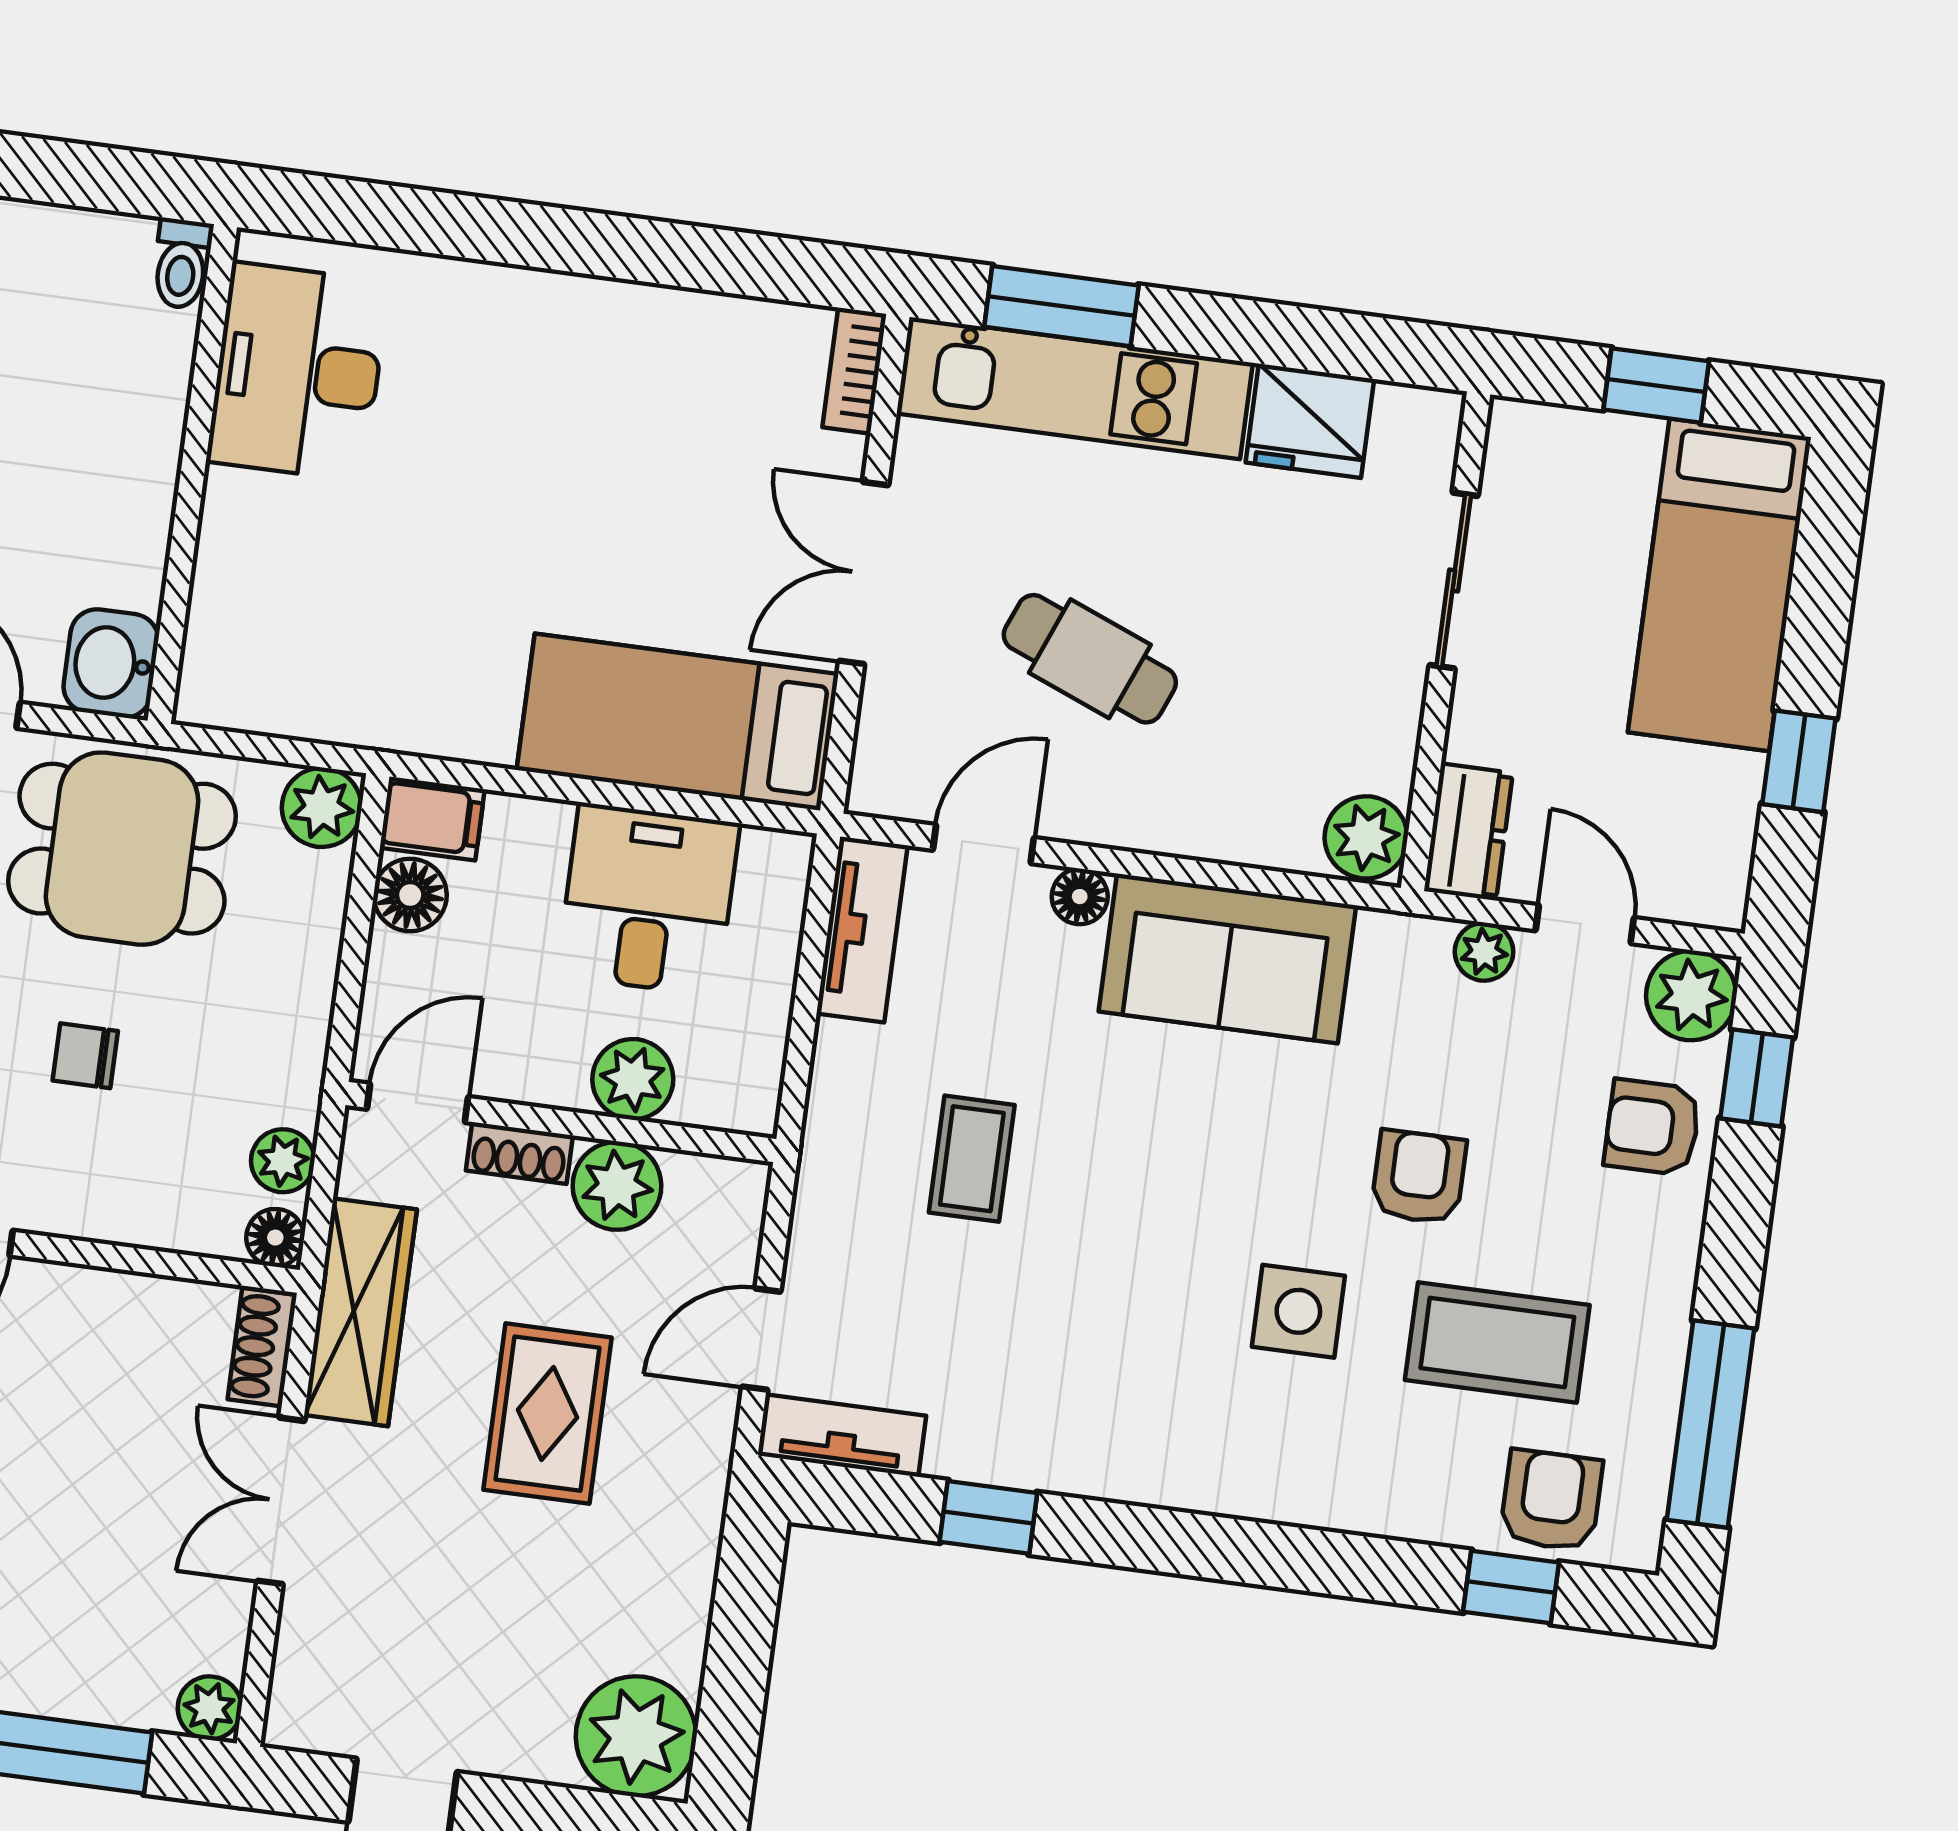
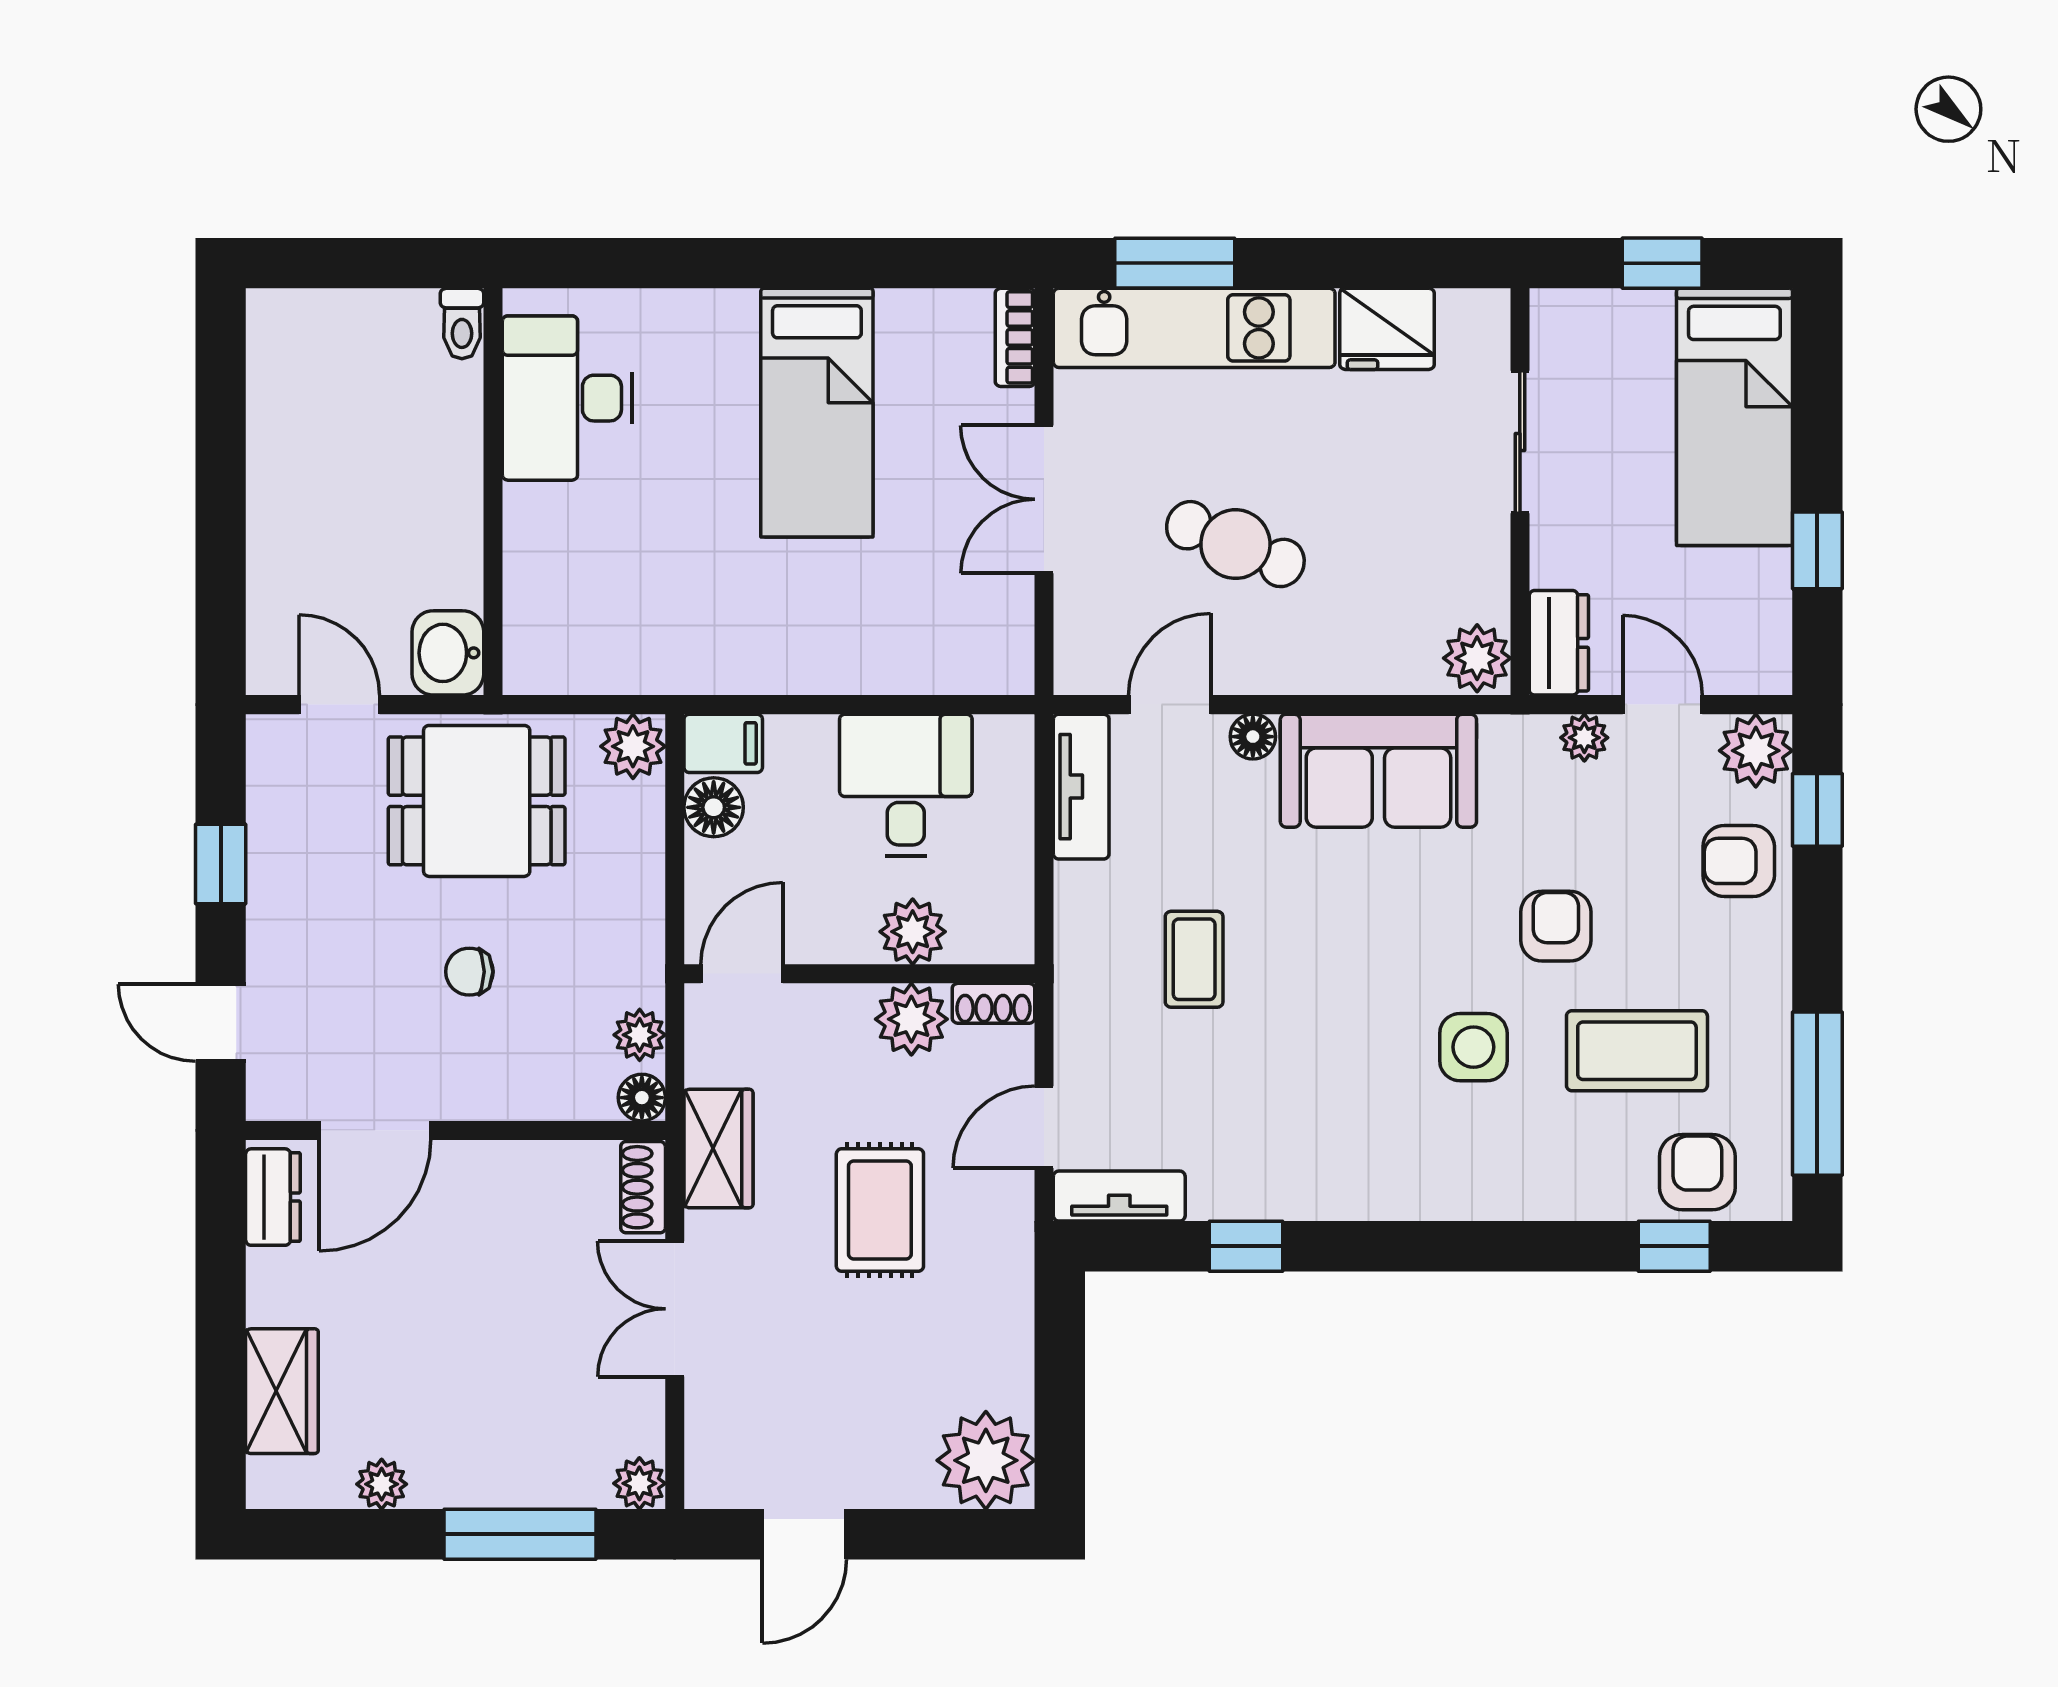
bed: (677, 722) -> (817, 413), moved, turned -90
shoe rack: (519, 1153) -> (993, 1003), moved
wardrobe: (360, 1312) -> (718, 1149), width x0.67

